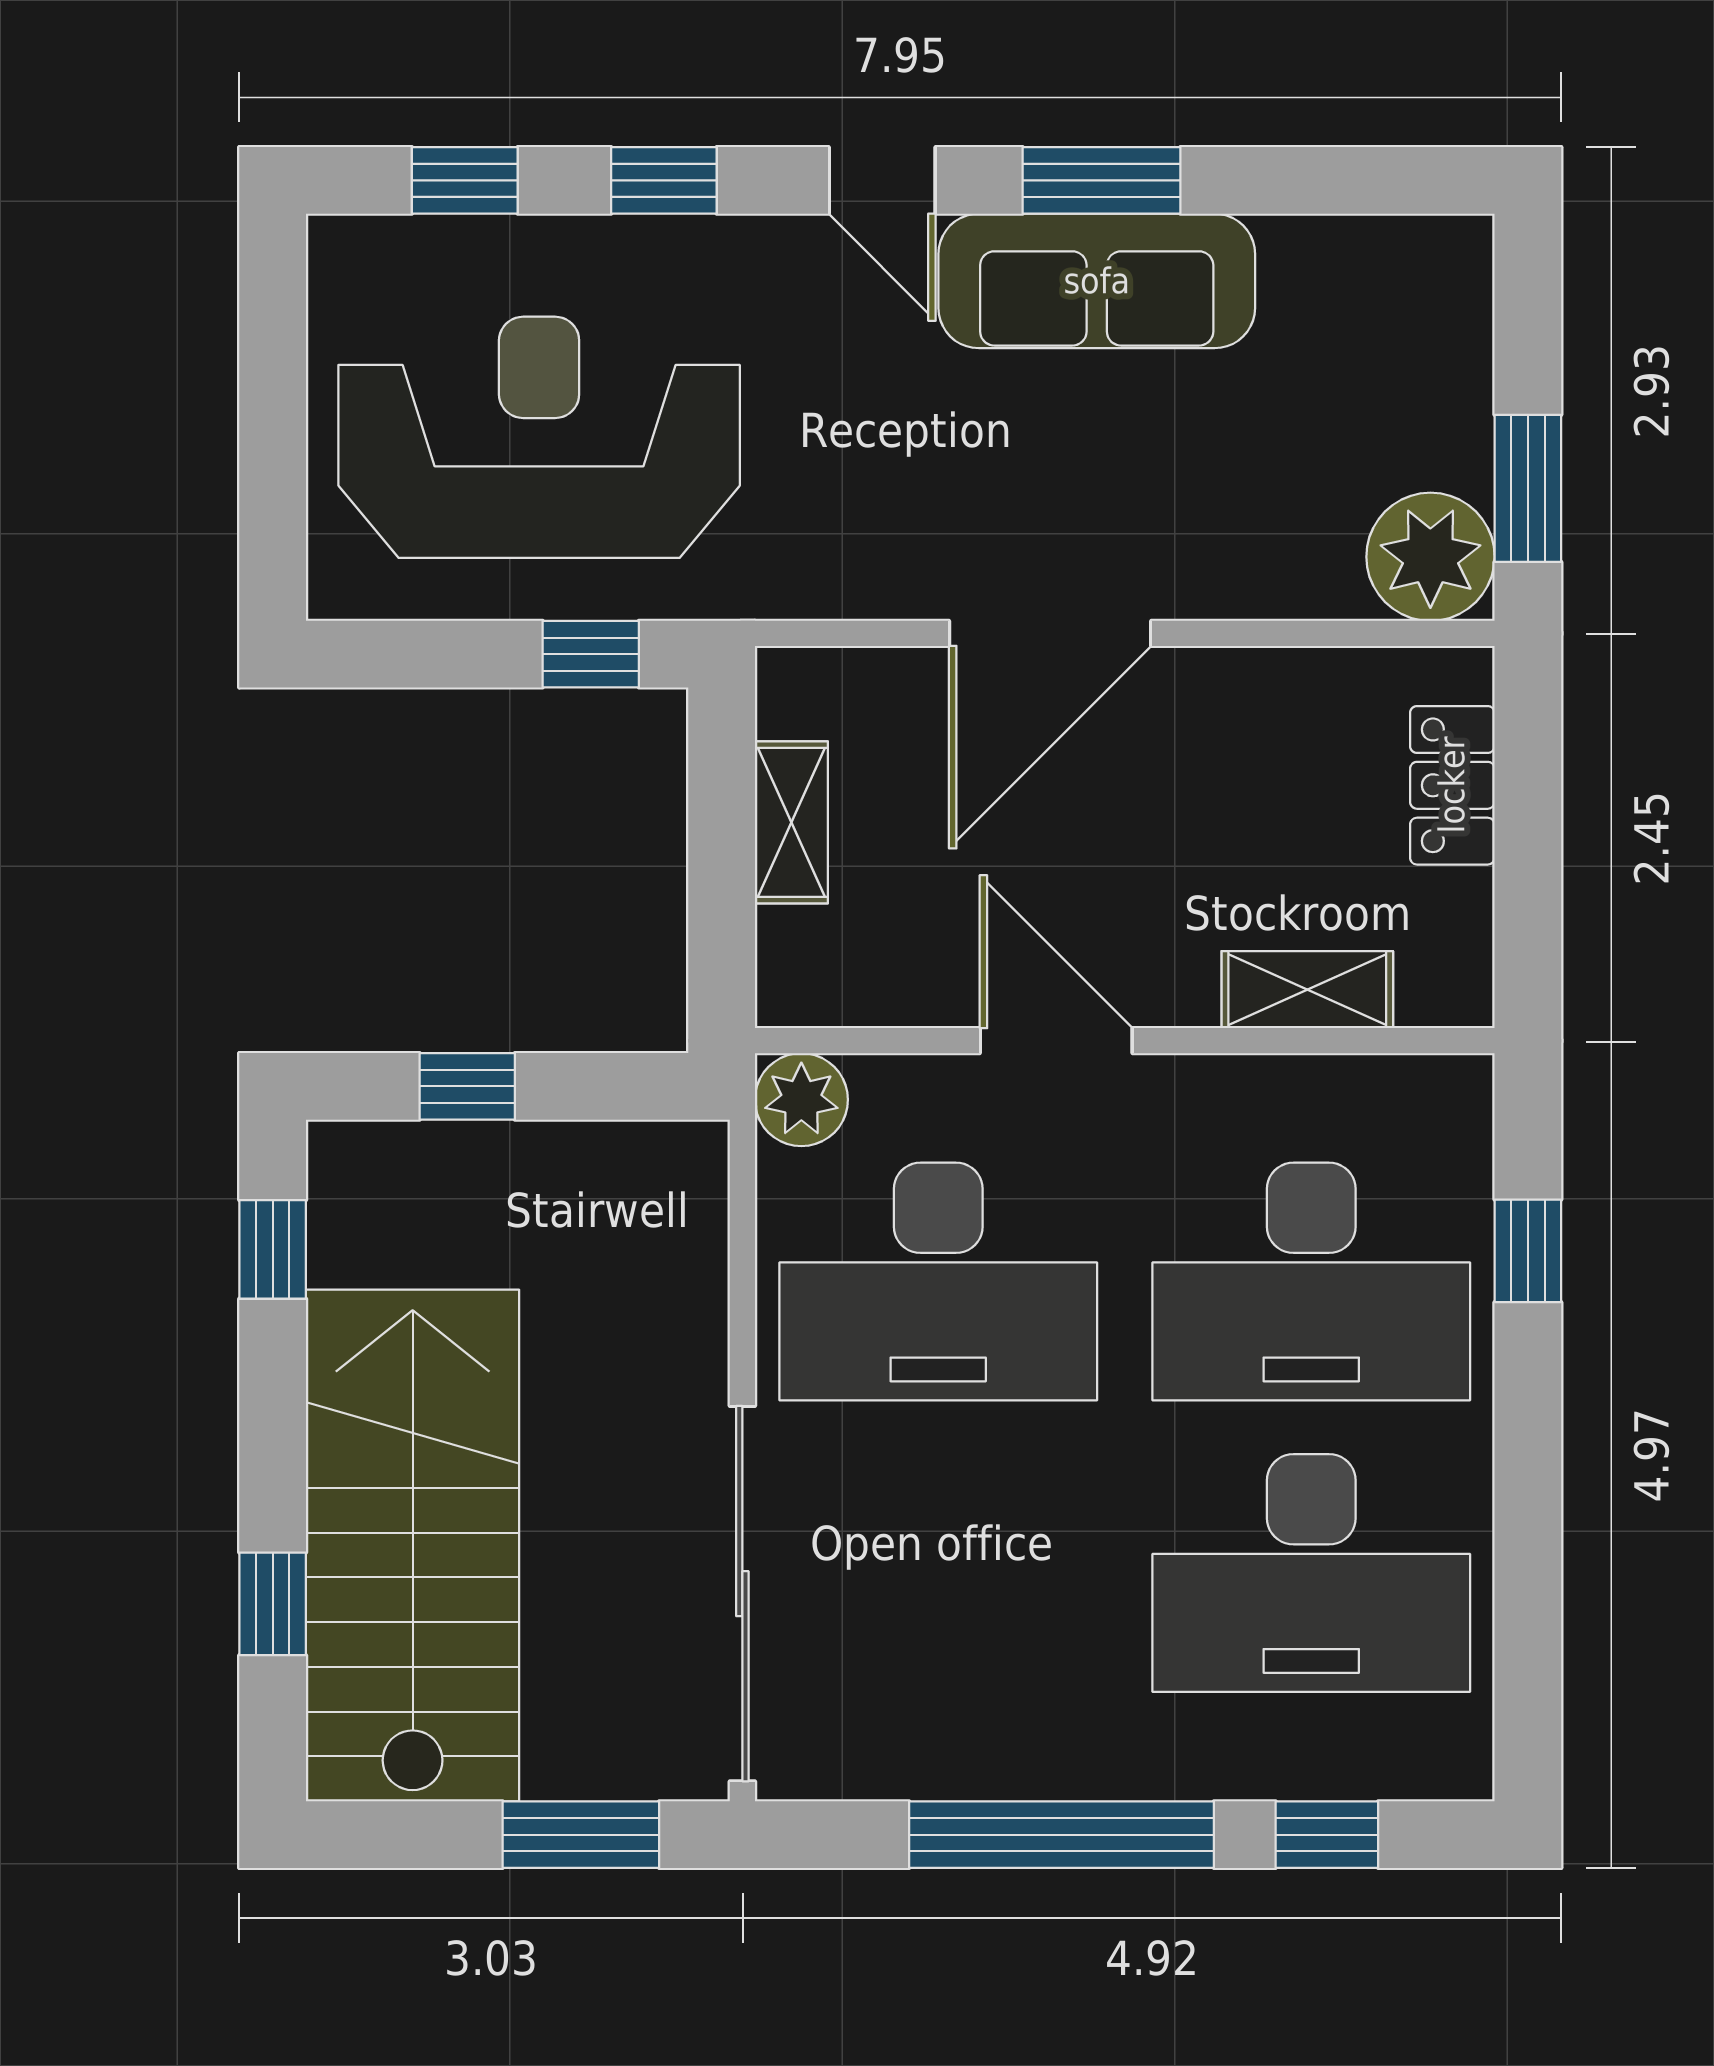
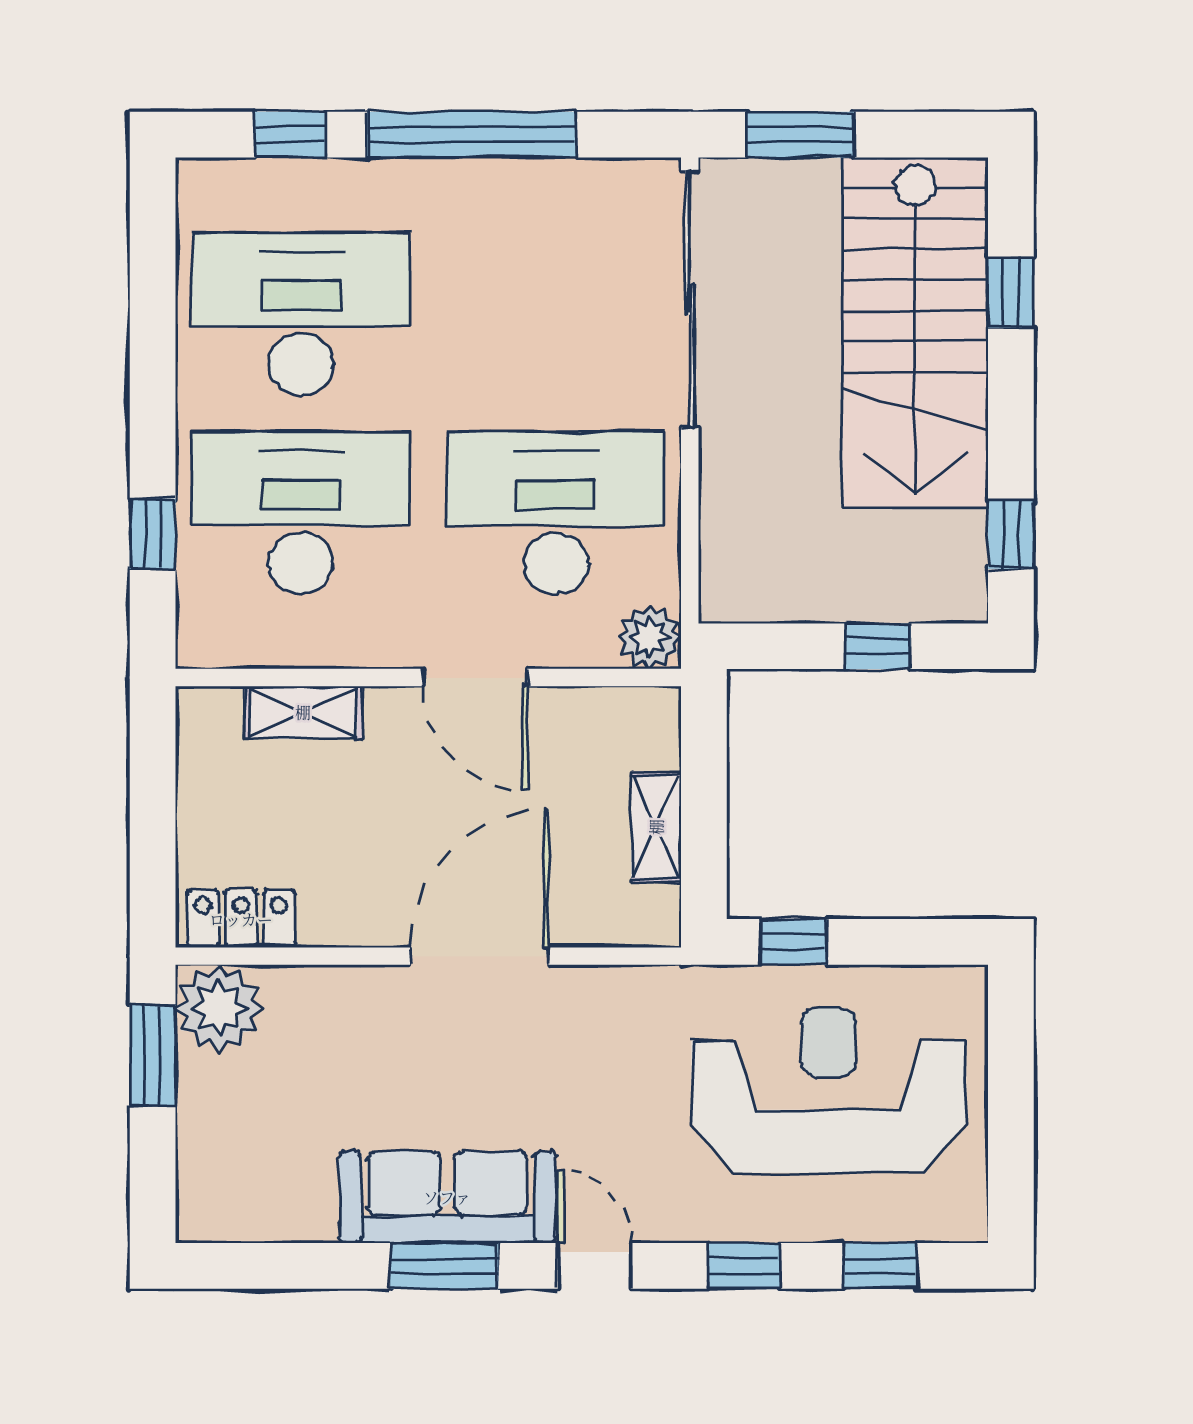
reception desk: (539, 437) -> (829, 1090), turned 180
locker: (1452, 785) -> (241, 919), moved, turned -90

